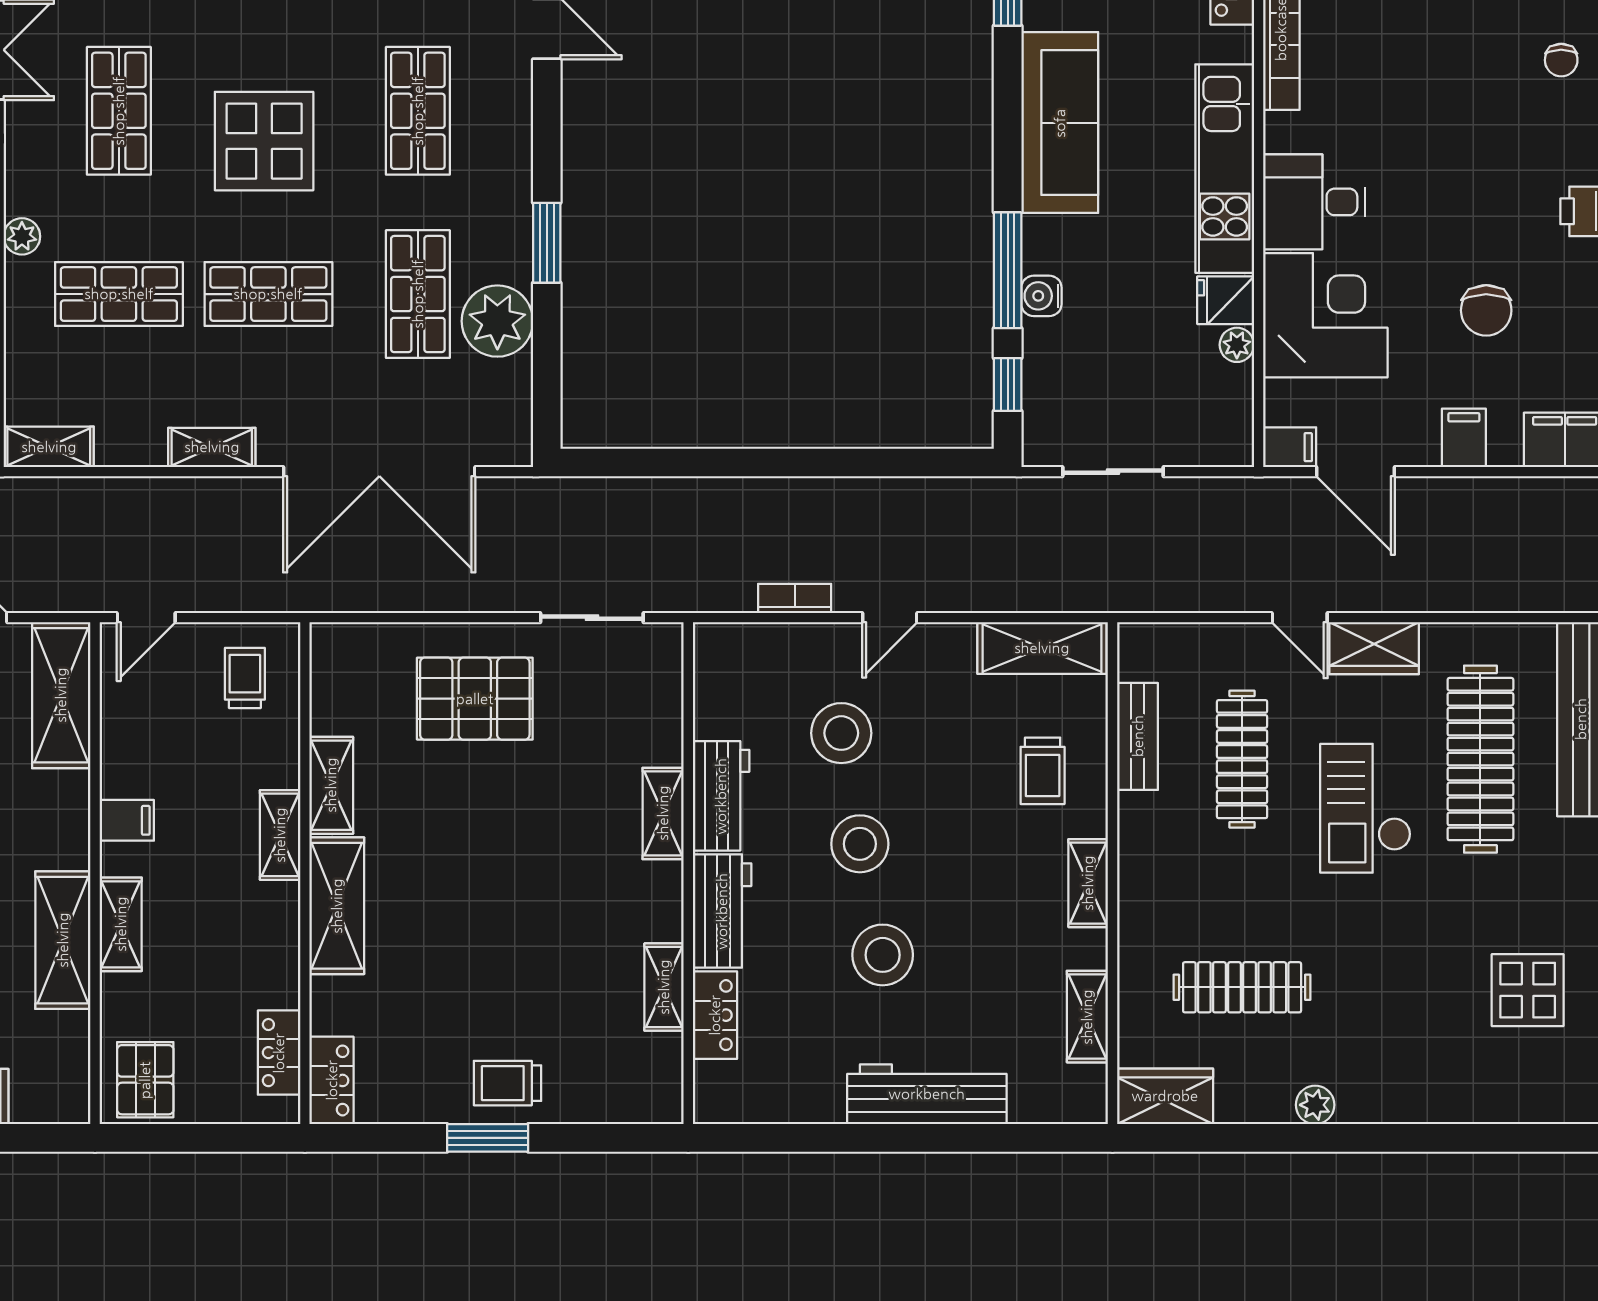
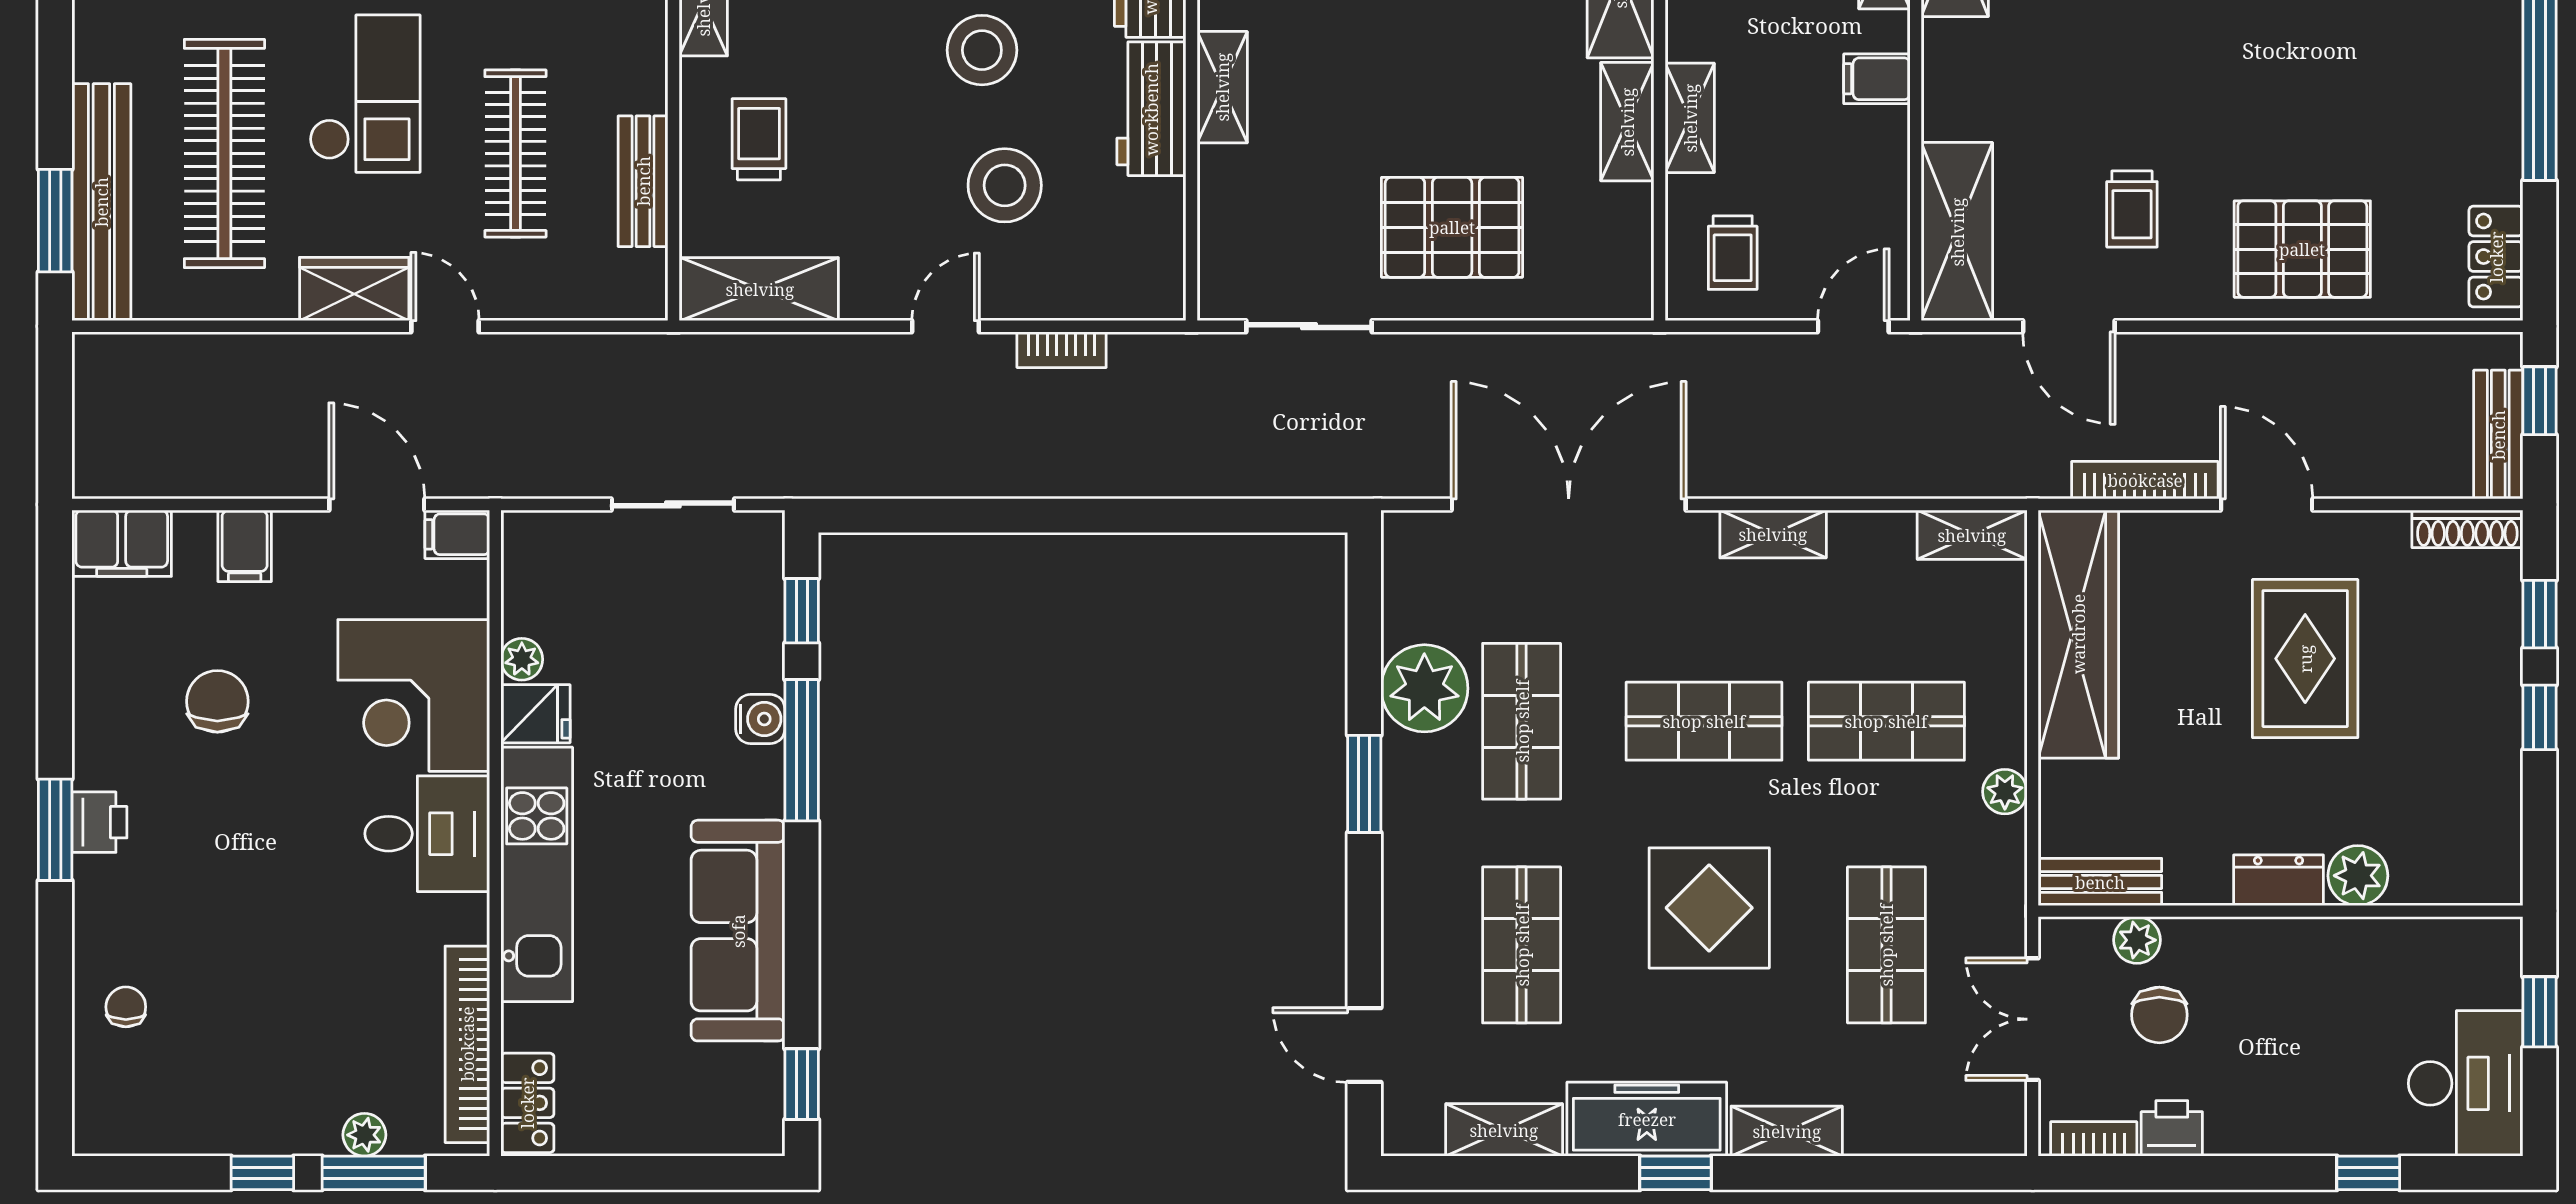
shelving: (280, 835) -> (1690, 118), moved

